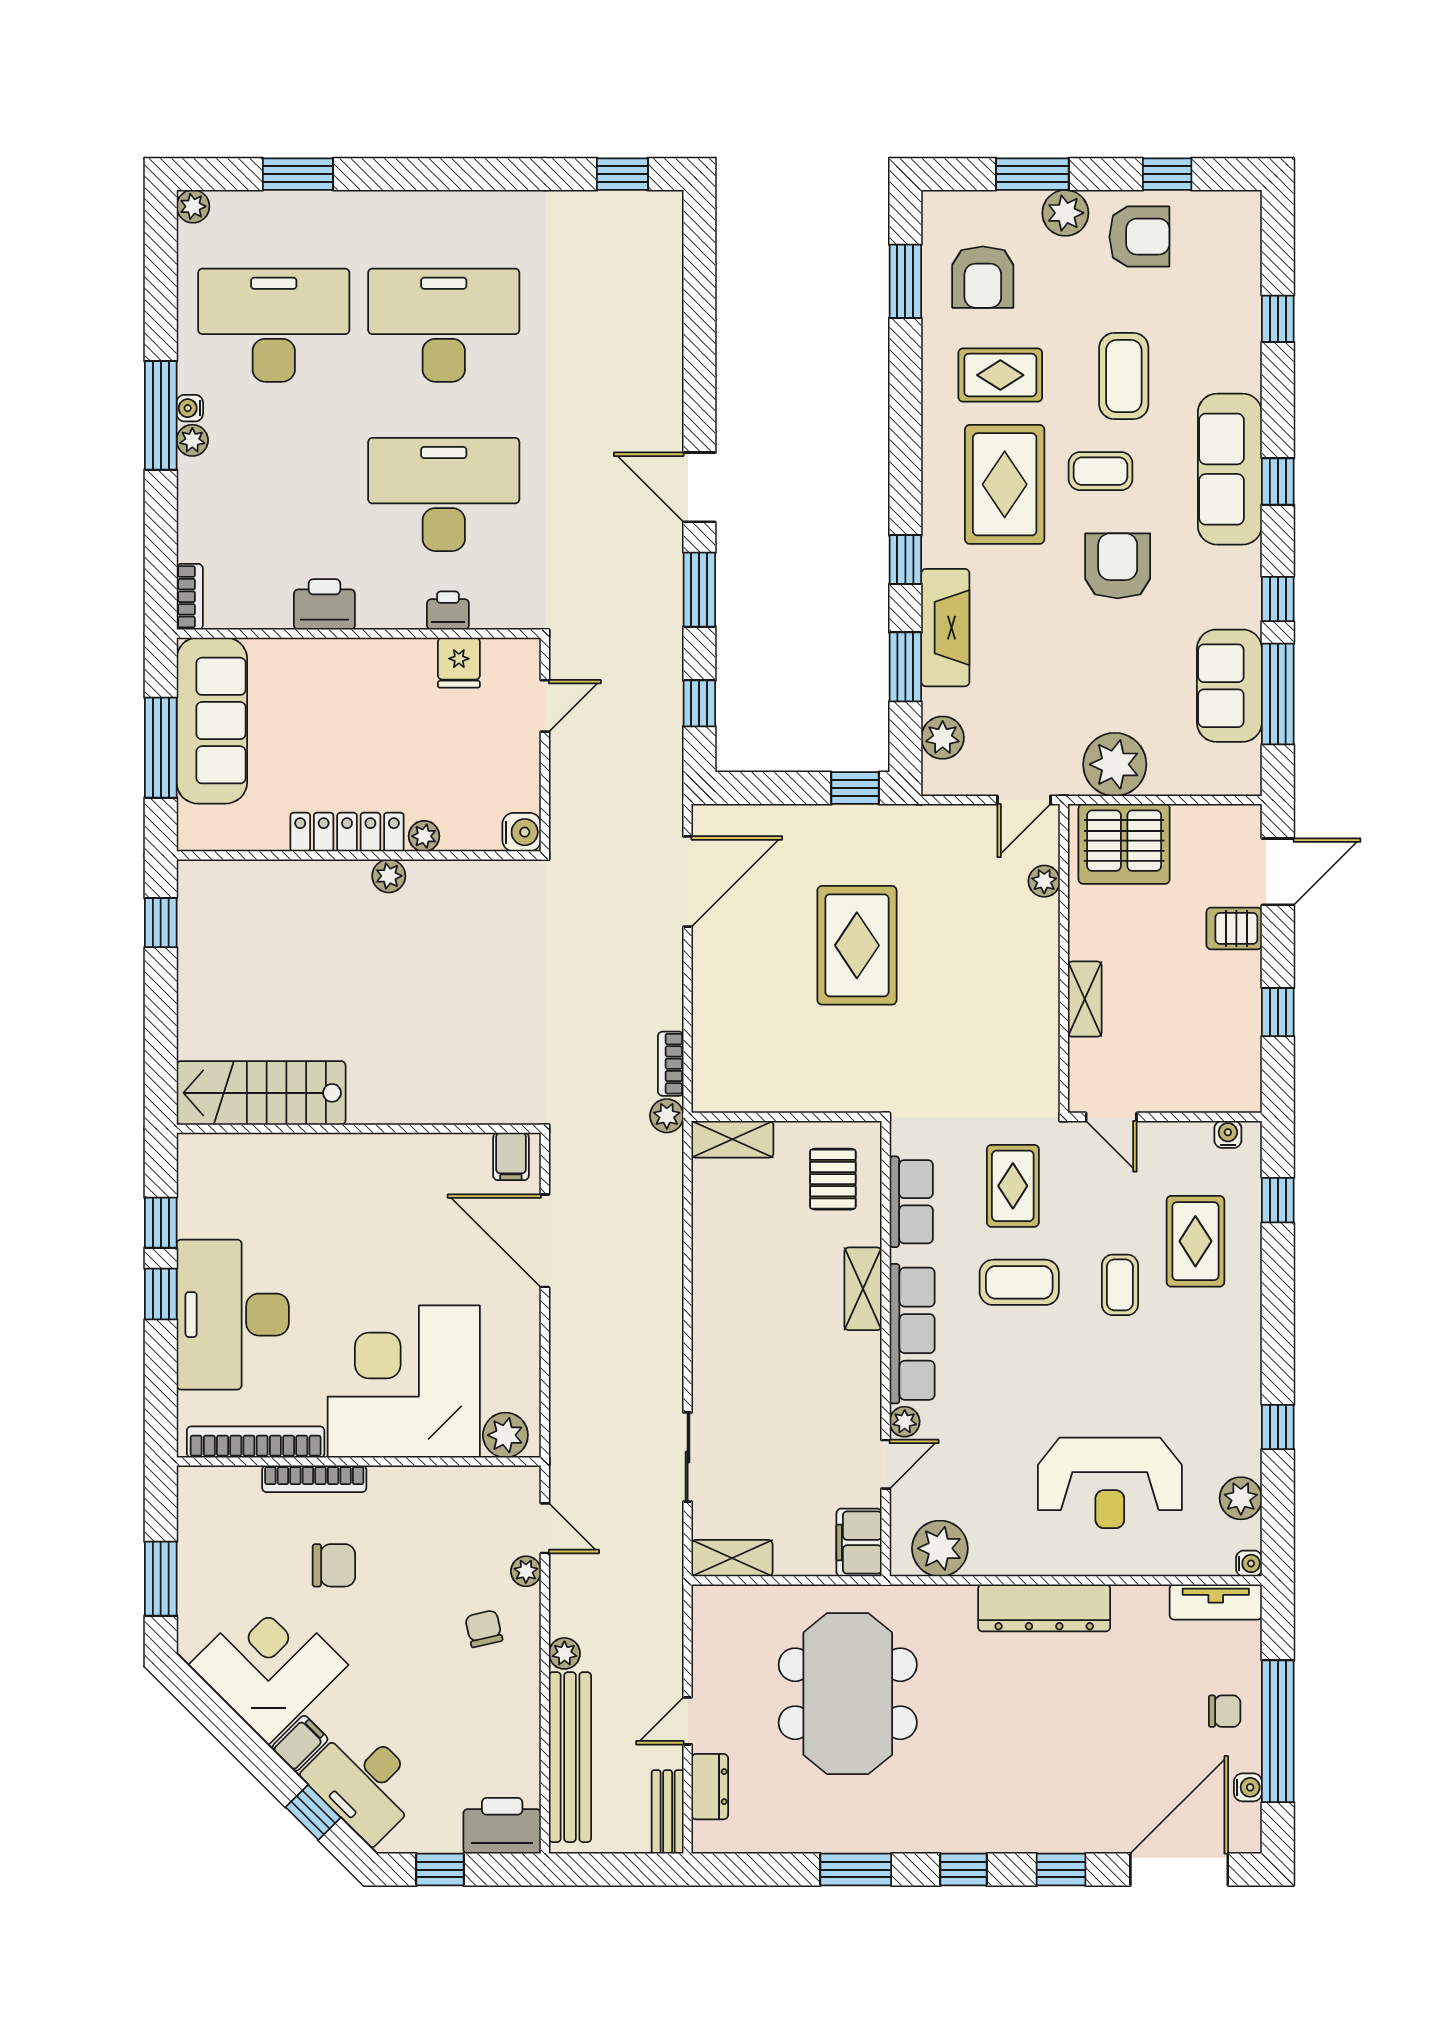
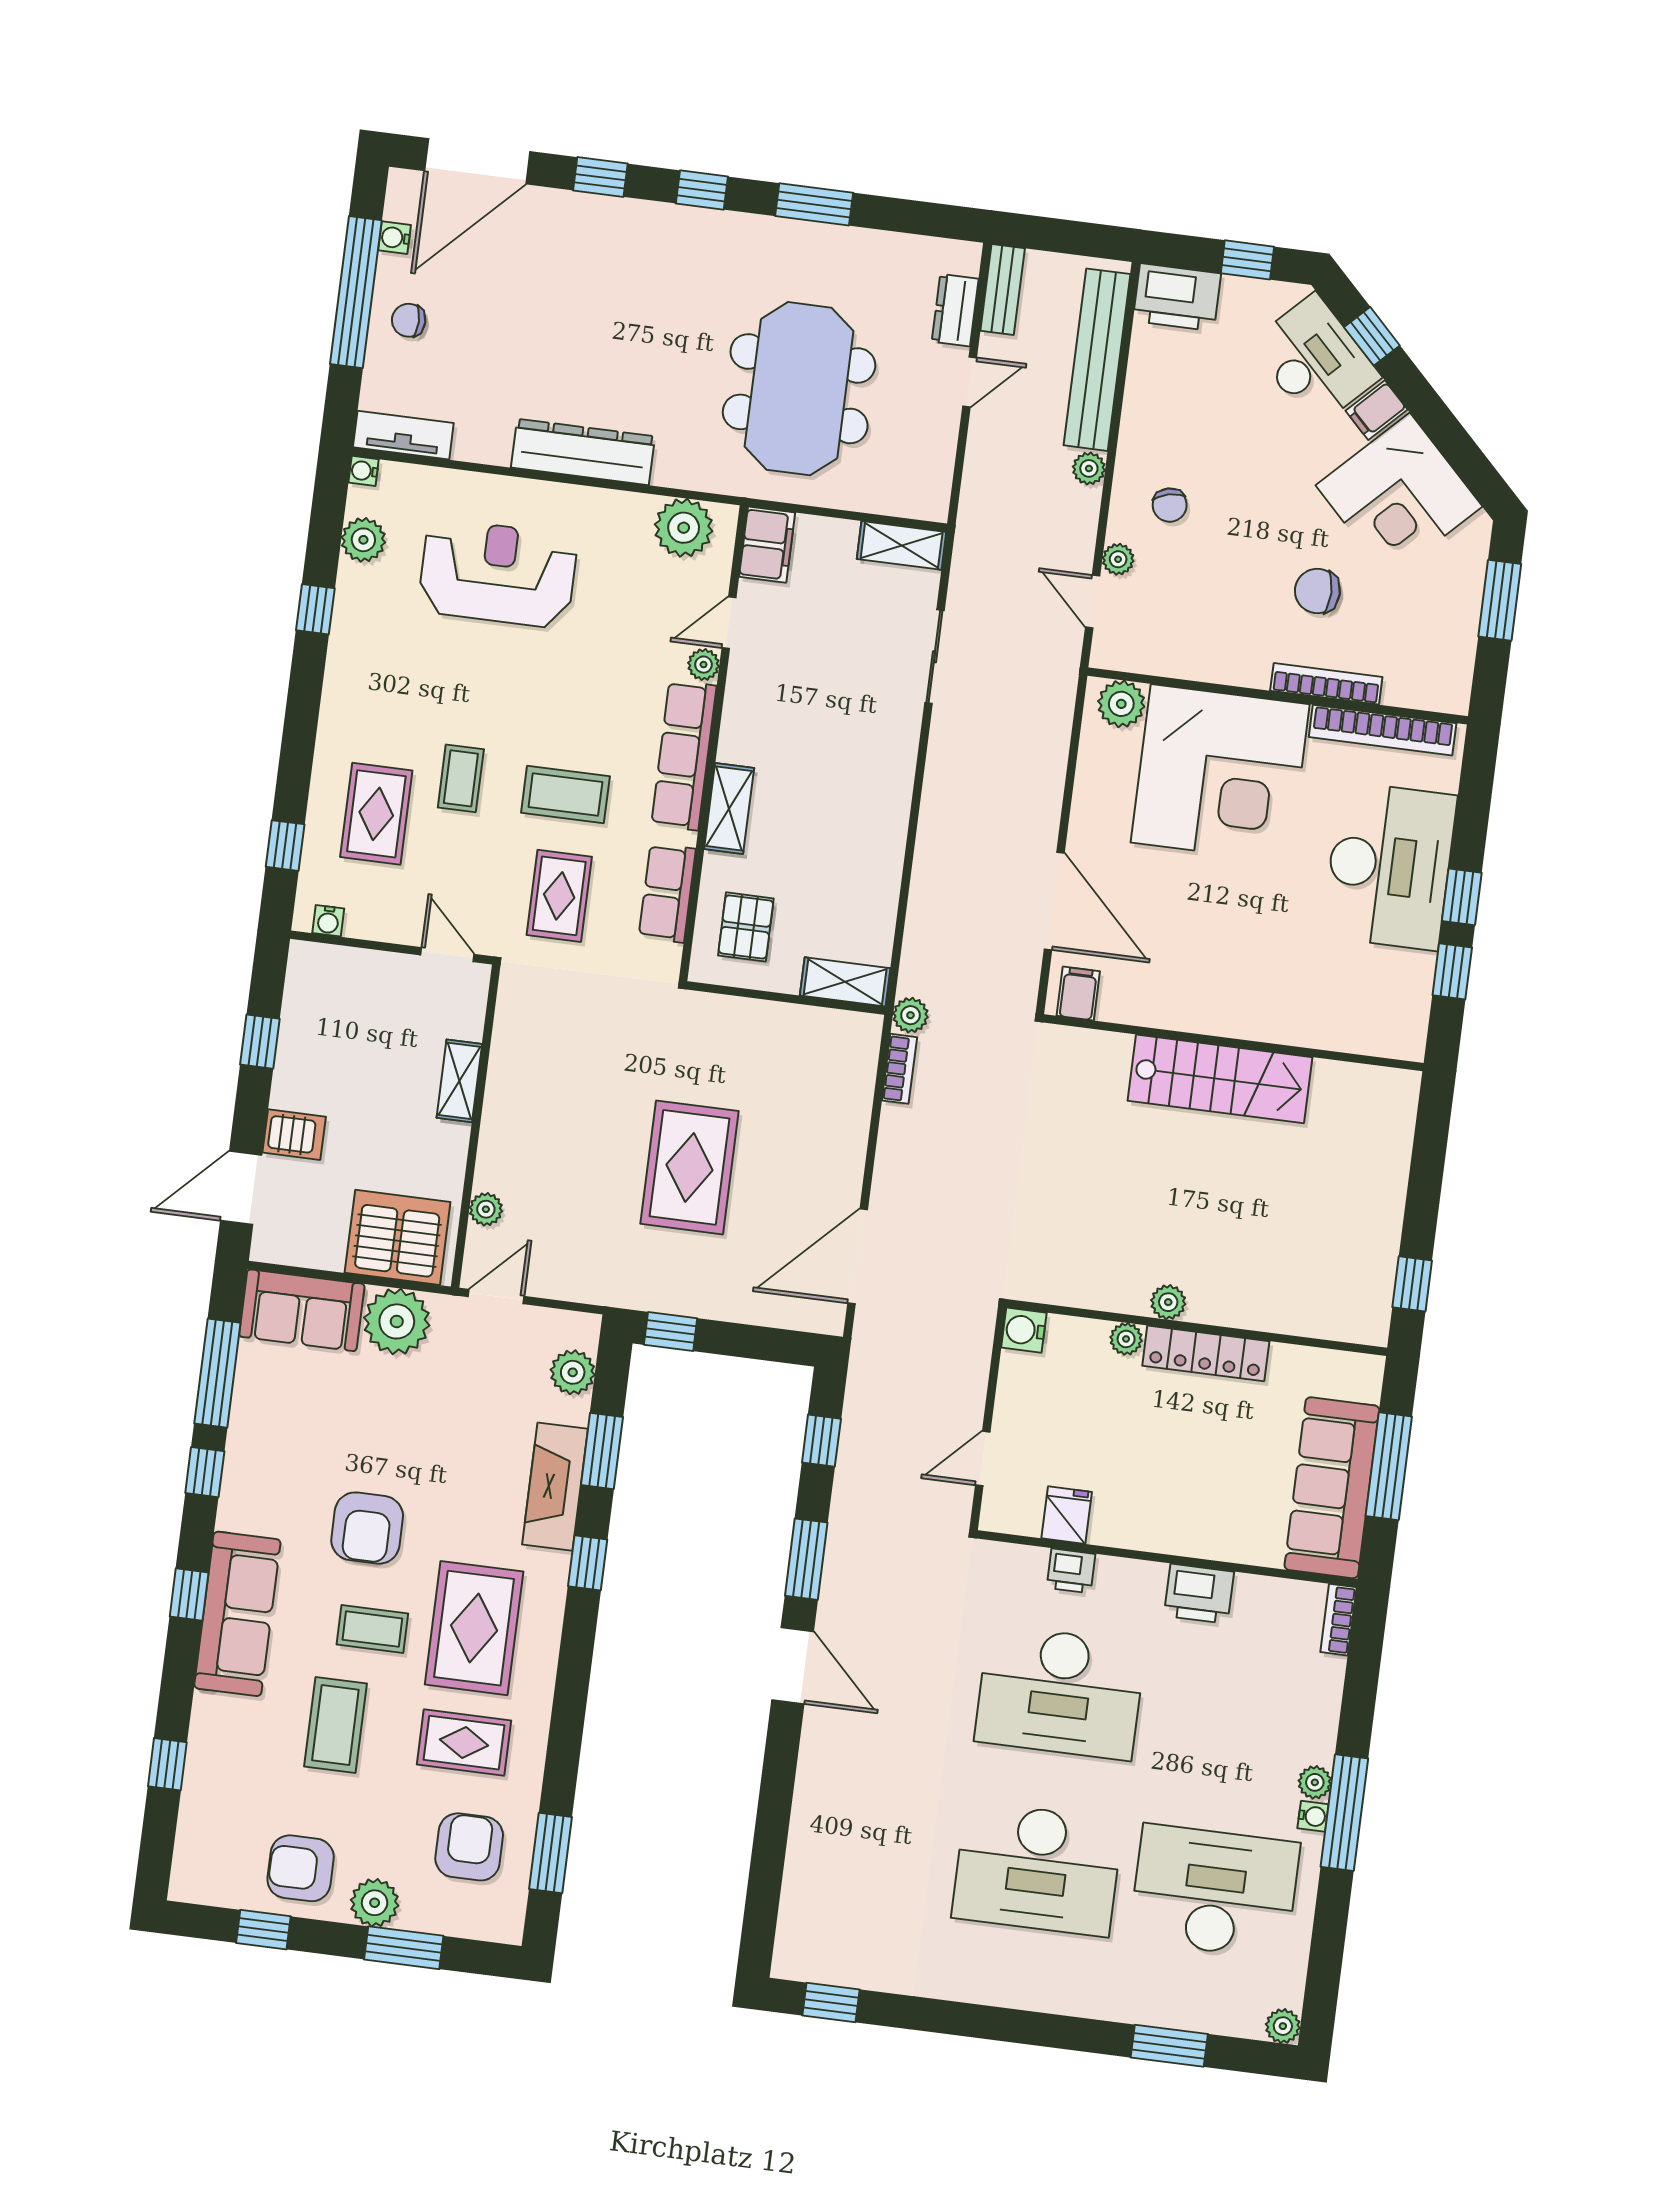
desk: (274, 325) -> (1215, 1892), turned 180
sofa: (1229, 686) -> (302, 1310), moved, turned 90
stairs: (261, 1093) -> (1220, 1079), moved

